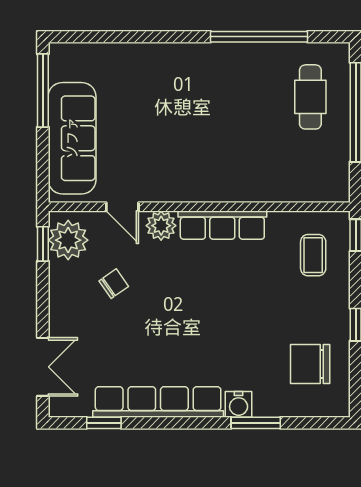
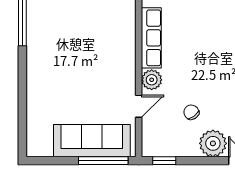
window: (43, 90) -> (103, 161), moved
plant: (68, 240) -> (213, 143), moved

